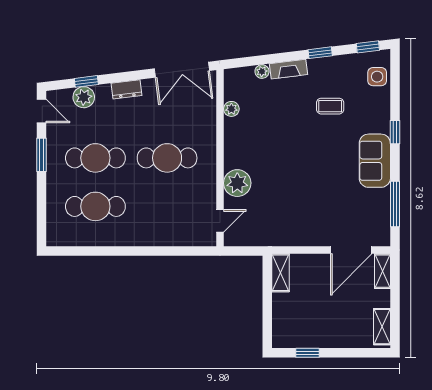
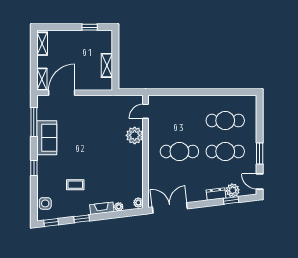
dresser: (127, 89) -> (216, 194), moved
plant: (231, 109) -> (138, 203), moved
sofa: (375, 161) -> (47, 138), moved
shelving: (280, 273) -> (107, 65), moved

